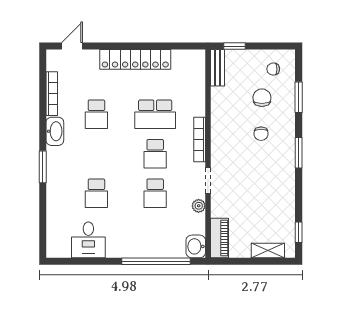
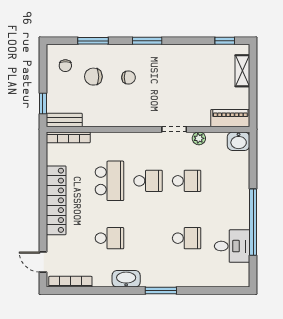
bookcase: (52, 94) -> (70, 282), moved
bookcase: (200, 139) -> (68, 137), moved
window: (156, 261) -> (253, 222), moved

